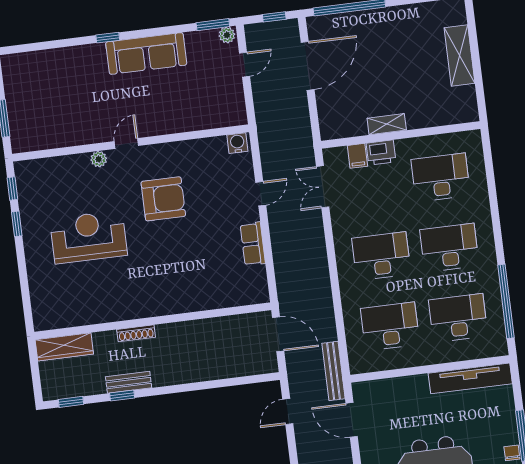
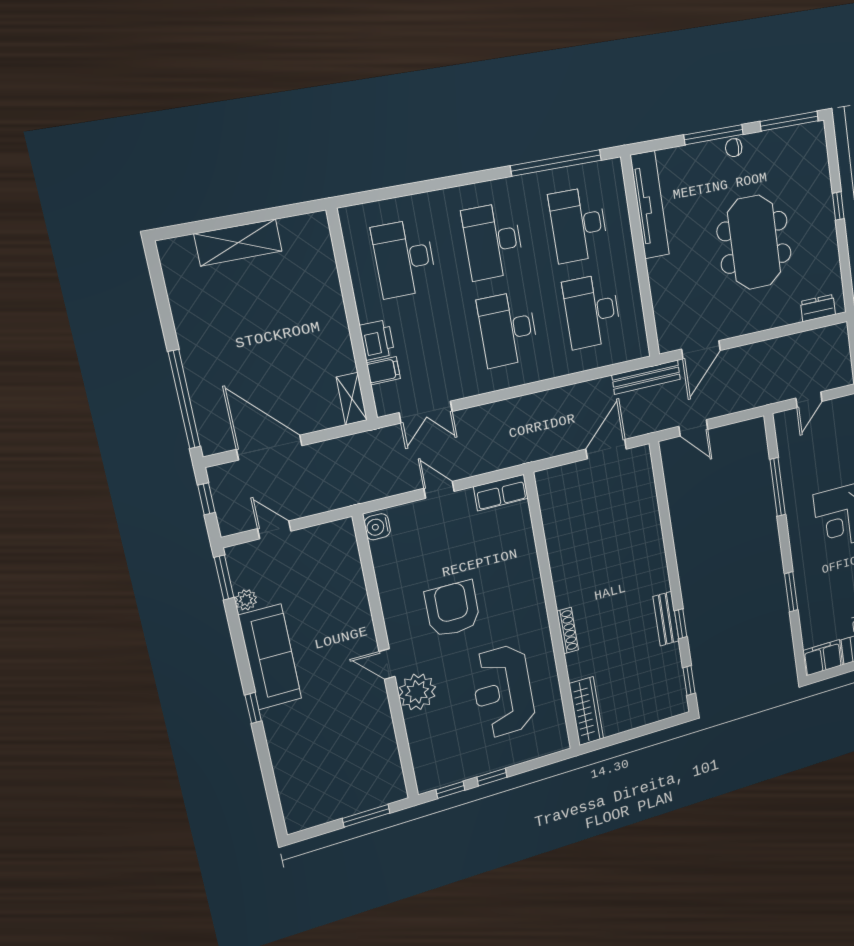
plant: (227, 35) -> (246, 600), moved
shelving: (387, 124) -> (352, 399), moved
plant: (99, 159) -> (417, 692), width x1.88, depth x1.88
wall: (153, 321) -> (552, 613), moved
shoe rack: (136, 333) -> (568, 631), moved
wardrobe: (64, 347) -> (586, 711), moved

